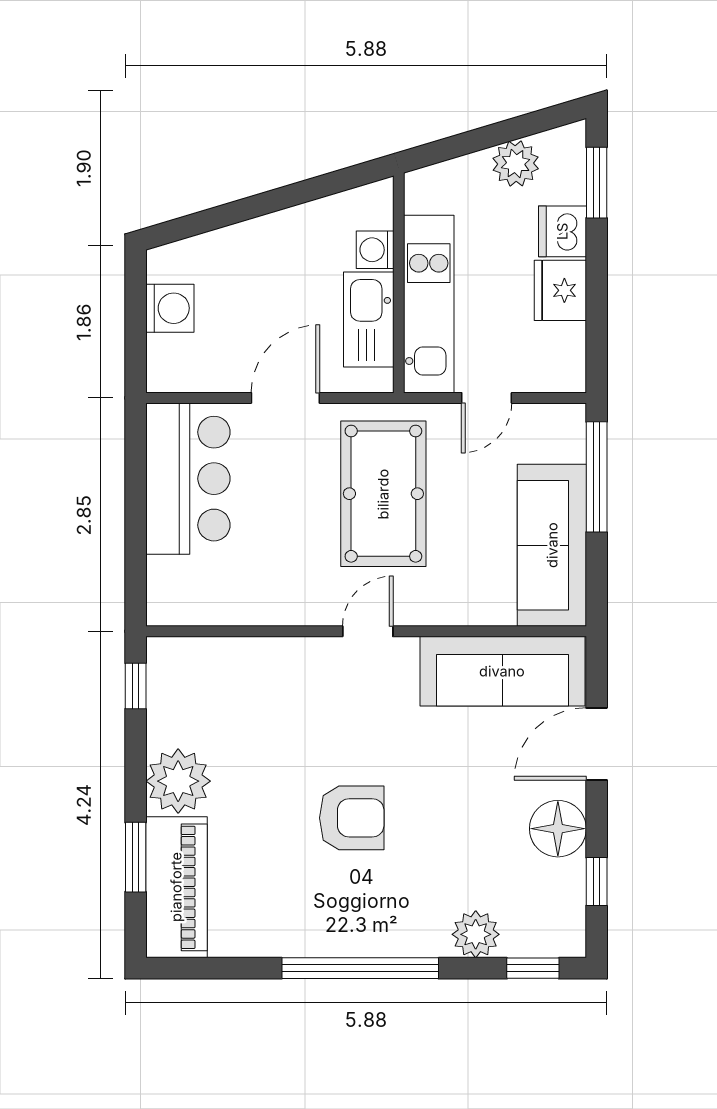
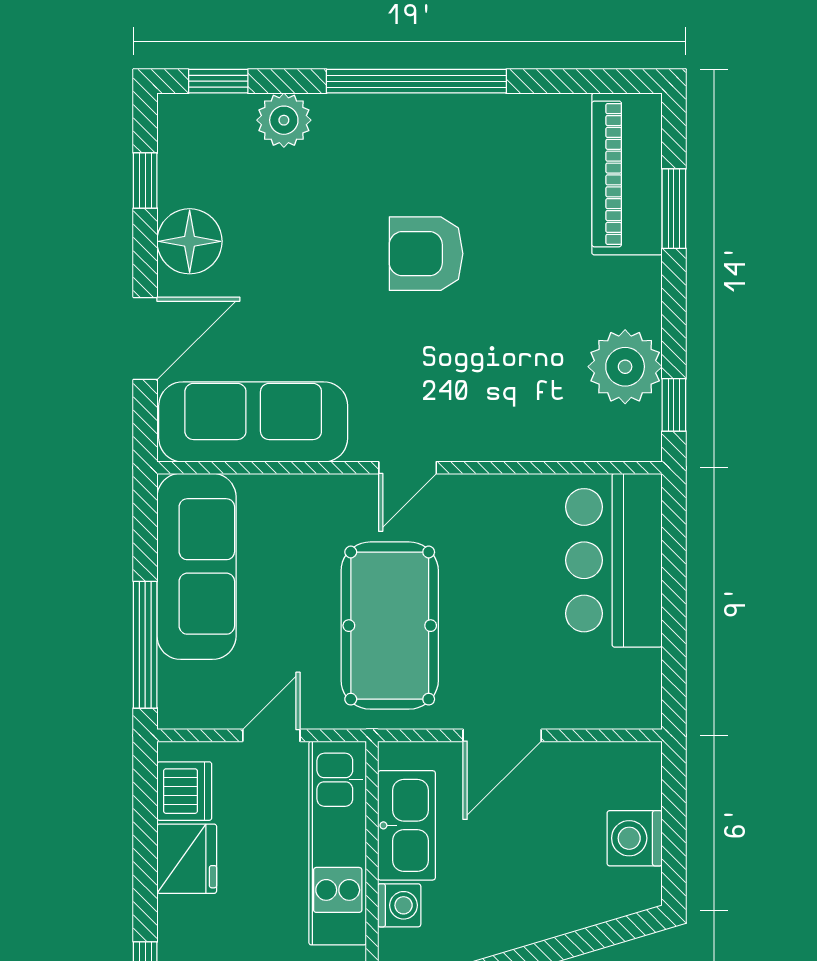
dishwasher: (562, 231) -> (184, 791), moved
bar counter: (188, 479) -> (614, 560), moved
plant: (178, 781) -> (625, 367), moved

